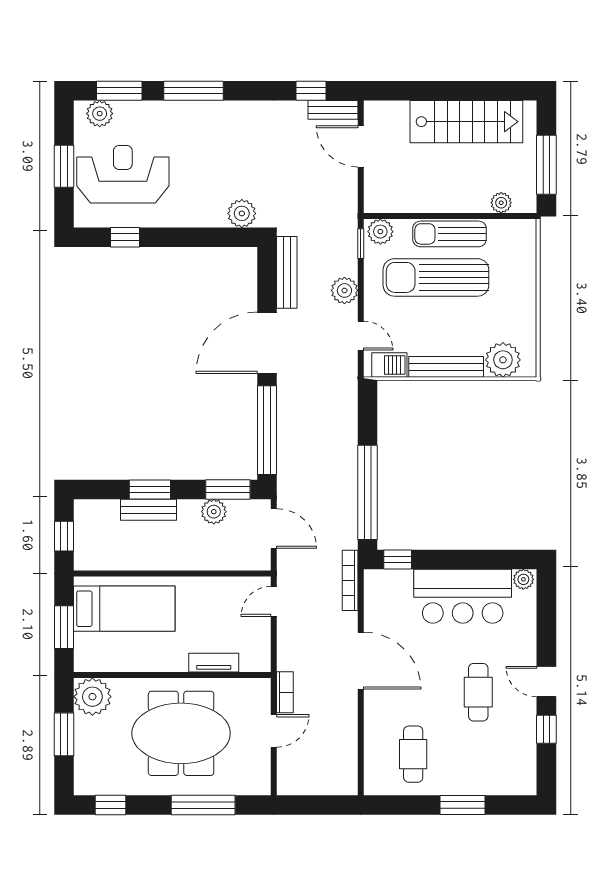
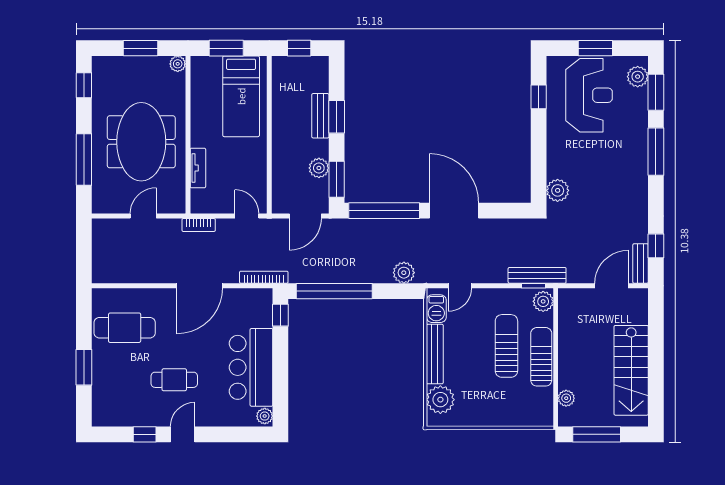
bench: (287, 272) -> (537, 275), moved
sun lounger: (436, 277) -> (506, 346), width x0.73, depth x0.75
plant: (344, 290) -> (404, 273), moved
bookcase: (285, 692) -> (199, 225), moved
plant: (92, 697) -> (178, 64), width x0.53, depth x0.53
door: (274, 731) -> (143, 216), swing flipped
cafe table: (413, 754) -> (125, 328), width x1.37, depth x1.35

